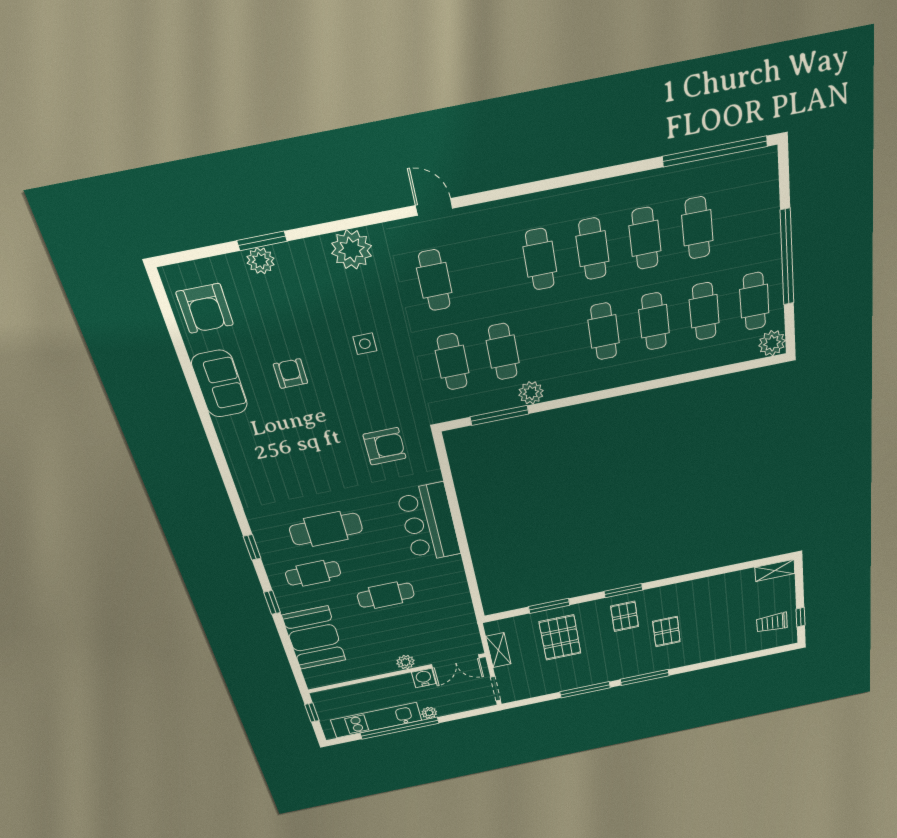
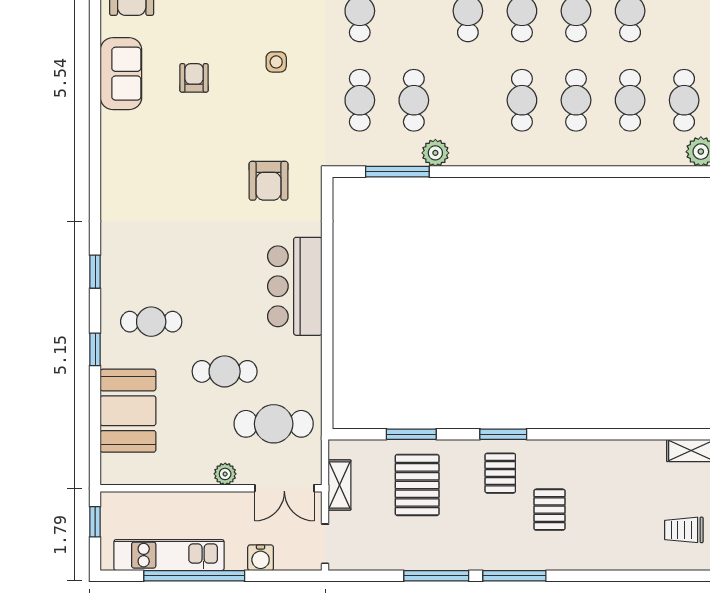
armchair: (385, 446) -> (268, 181), turned 90
cafe table: (326, 529) -> (274, 424), moved
water cooler: (424, 678) -> (261, 558), moved, turned 180
plant: (429, 713) -> (236, 561), removed

